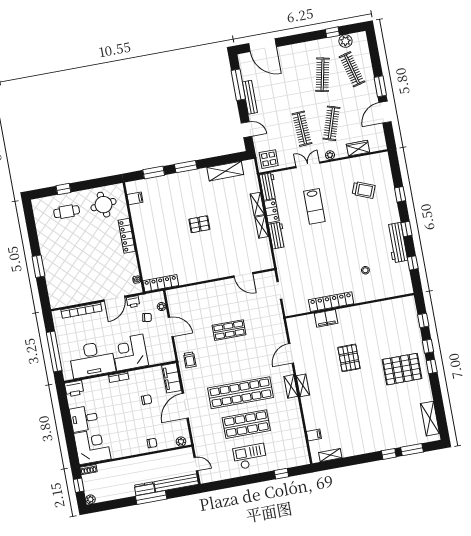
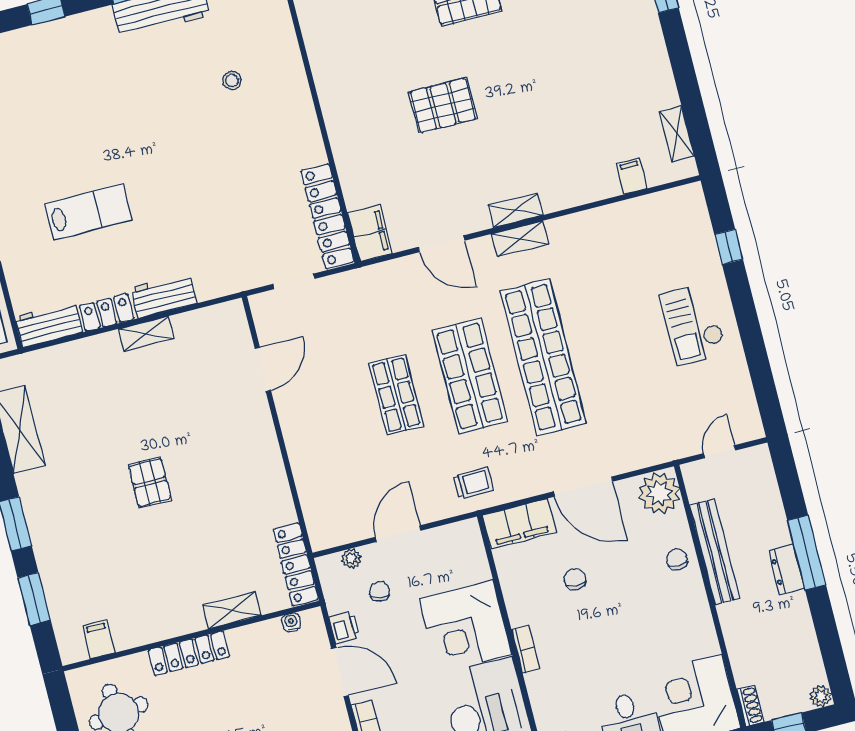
trolley: (364, 190) -> (42, 98), removed
shelving: (257, 204) -> (232, 610), moved
locker: (331, 302) -> (327, 216), moved
filing cabinet: (326, 318) -> (370, 233), moved
shop shelf: (246, 424) -> (470, 376), moved
plant: (181, 442) -> (659, 493), width x1.88, depth x1.88
bench: (176, 483) -> (715, 552), moved

